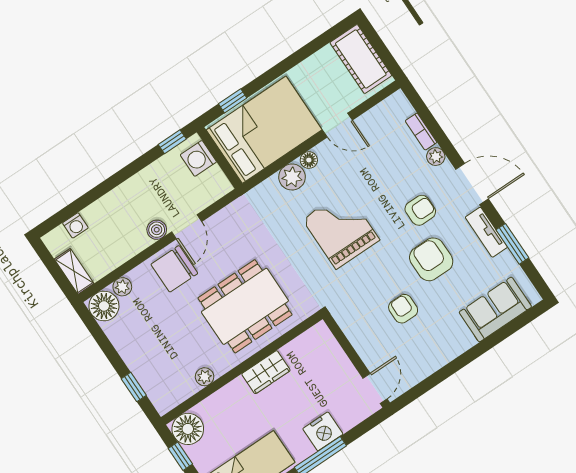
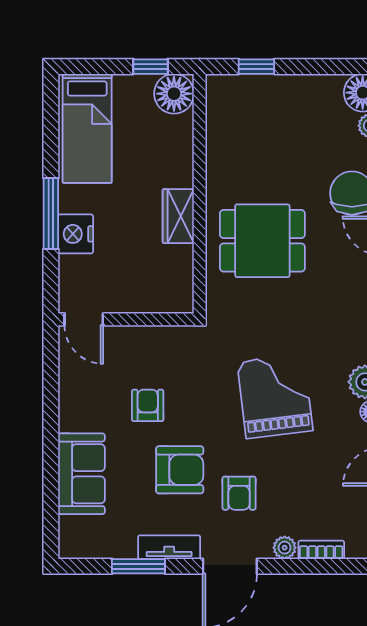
grand piano: (341, 230) -> (275, 396), turned -97
dining table: (245, 306) -> (262, 241), width x0.73
armchair: (403, 309) -> (148, 405), turned -90
sofa: (495, 309) -> (81, 474), moved
plant: (205, 377) -> (217, 148), removed

